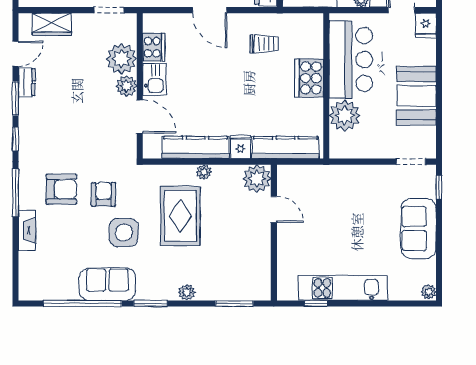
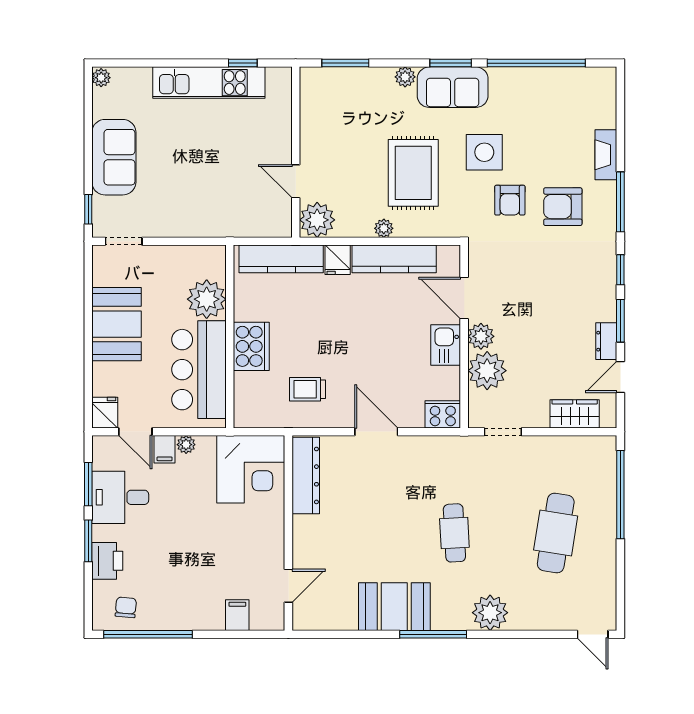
cooker: (154, 47) -> (443, 414), moved, turned 90
sofa: (107, 284) -> (453, 87), moved

